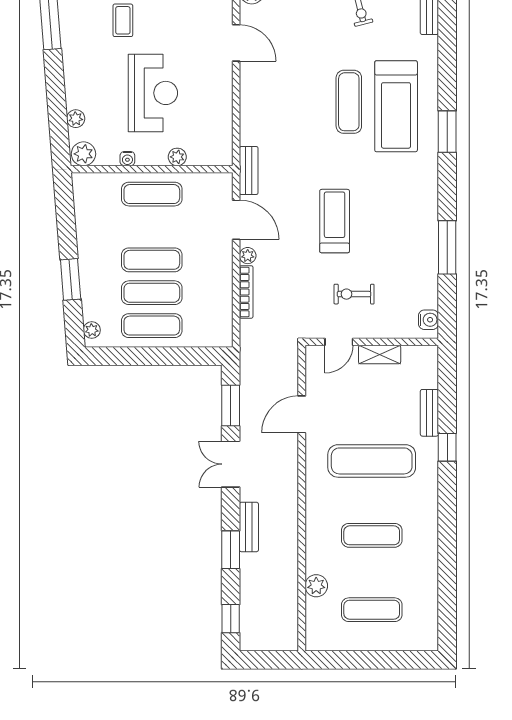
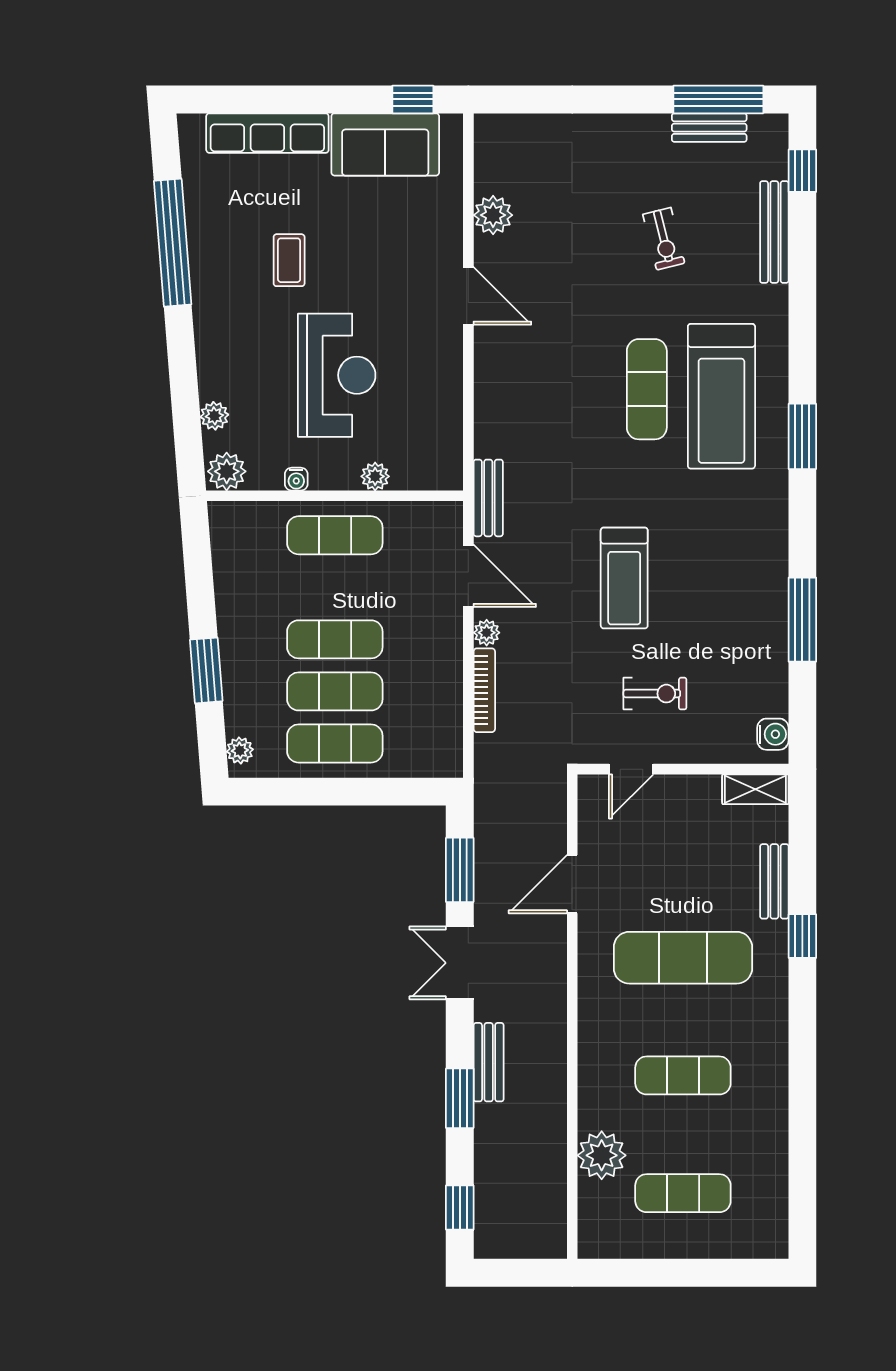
treadmill: (335, 221) -> (624, 578), turned 180
exercise bike: (354, 294) -> (655, 694), turned 180
shelving: (380, 355) -> (755, 789), moved
plant: (316, 586) -> (602, 1155), width x1.36, depth x1.36

